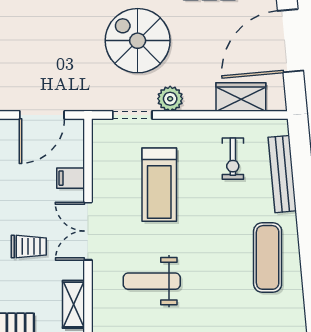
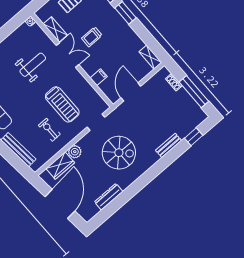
plant: (170, 99) -> (75, 152), moved
exercise bike: (233, 159) -> (49, 130), moved
treadmill: (159, 185) -> (62, 104), turned 180
double door: (88, 231) -> (68, 55), moved

